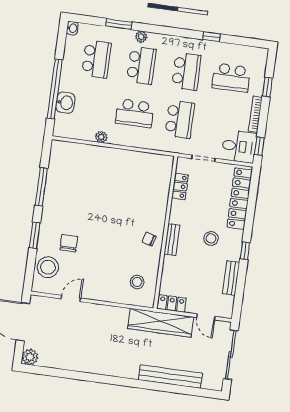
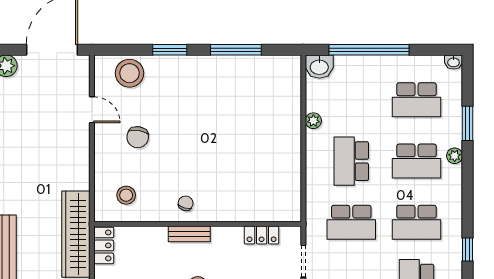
washbasin: (65, 103) -> (319, 67), moved
chair: (69, 243) -> (138, 137), moved, turned 99

